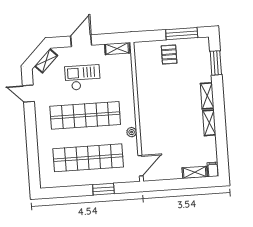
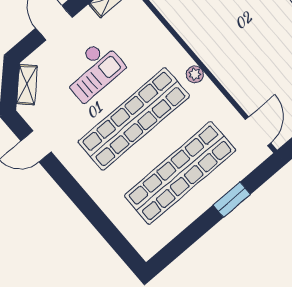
checkout: (83, 78) -> (93, 71), turned 180
plant: (132, 132) -> (195, 74), moved

